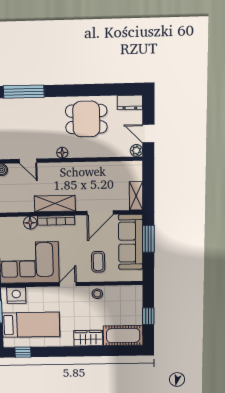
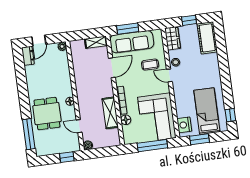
dining table: (86, 119) -> (47, 114), moved
door: (148, 134) -> (39, 41), moved
door: (28, 161) -> (79, 126), swing flipped
shelving: (55, 204) -> (110, 113), moved
door: (100, 213) -> (112, 68), hinge flipped
door: (68, 284) -> (169, 75), moved
wardrobe: (88, 338) -> (172, 38), moved, turned 180

